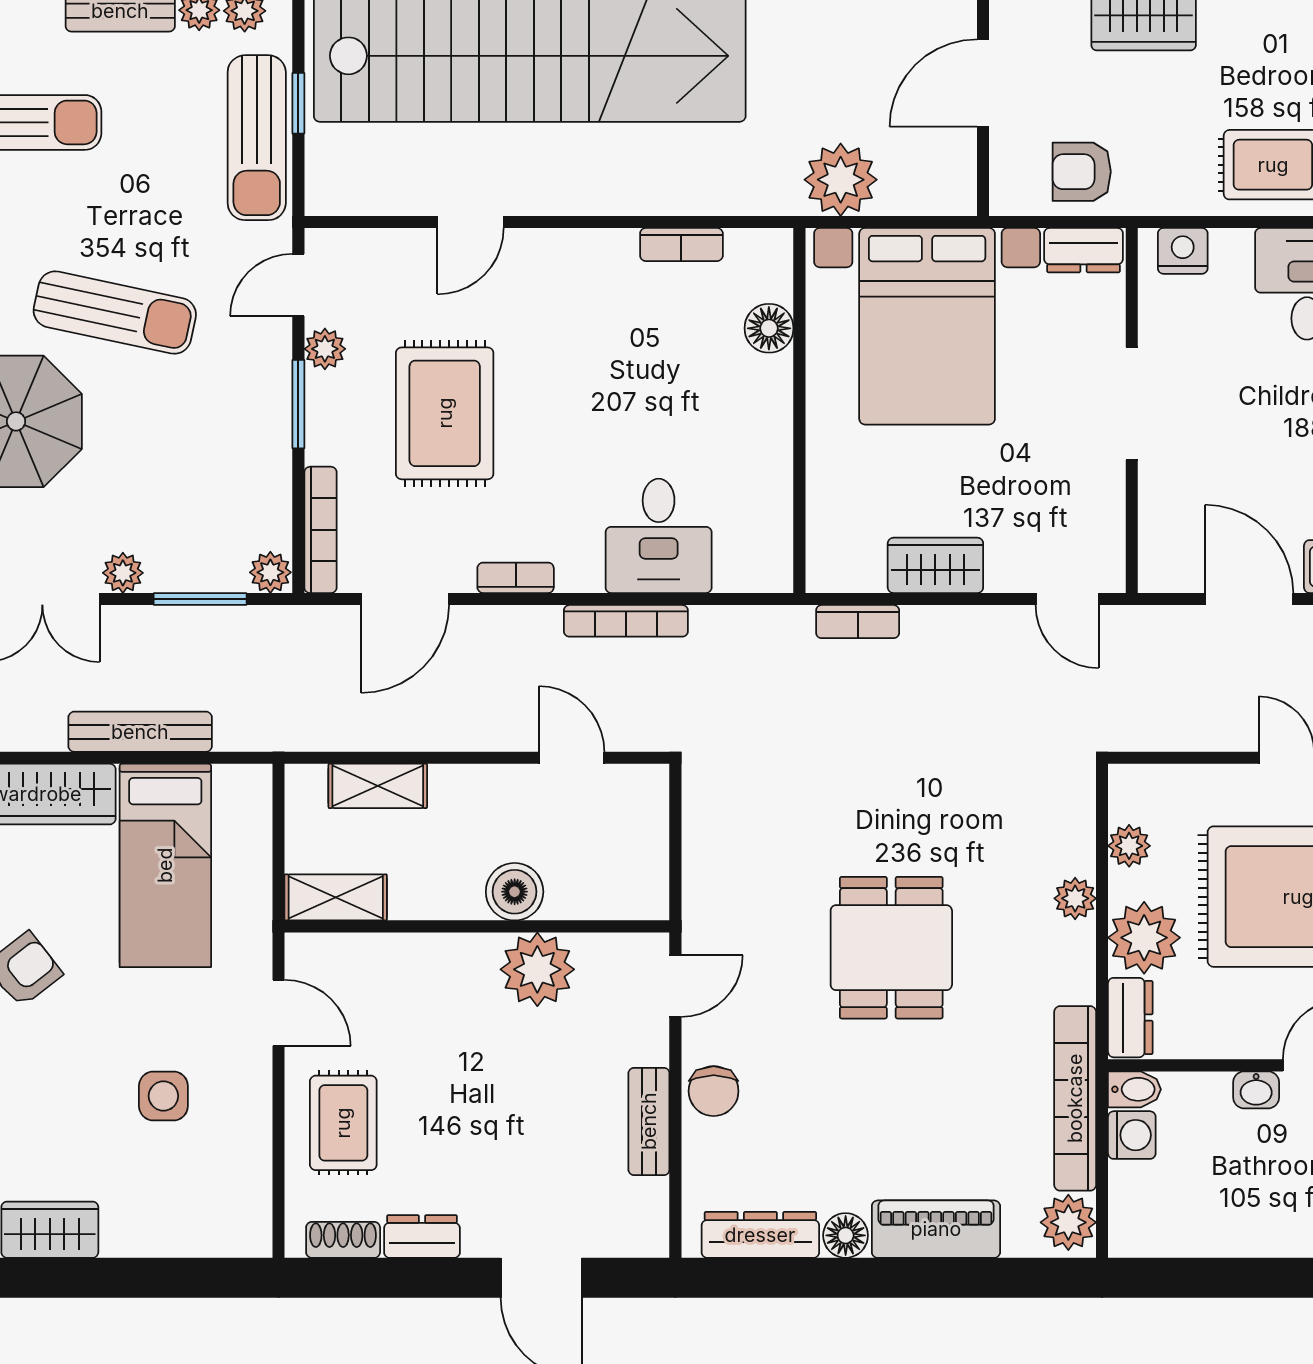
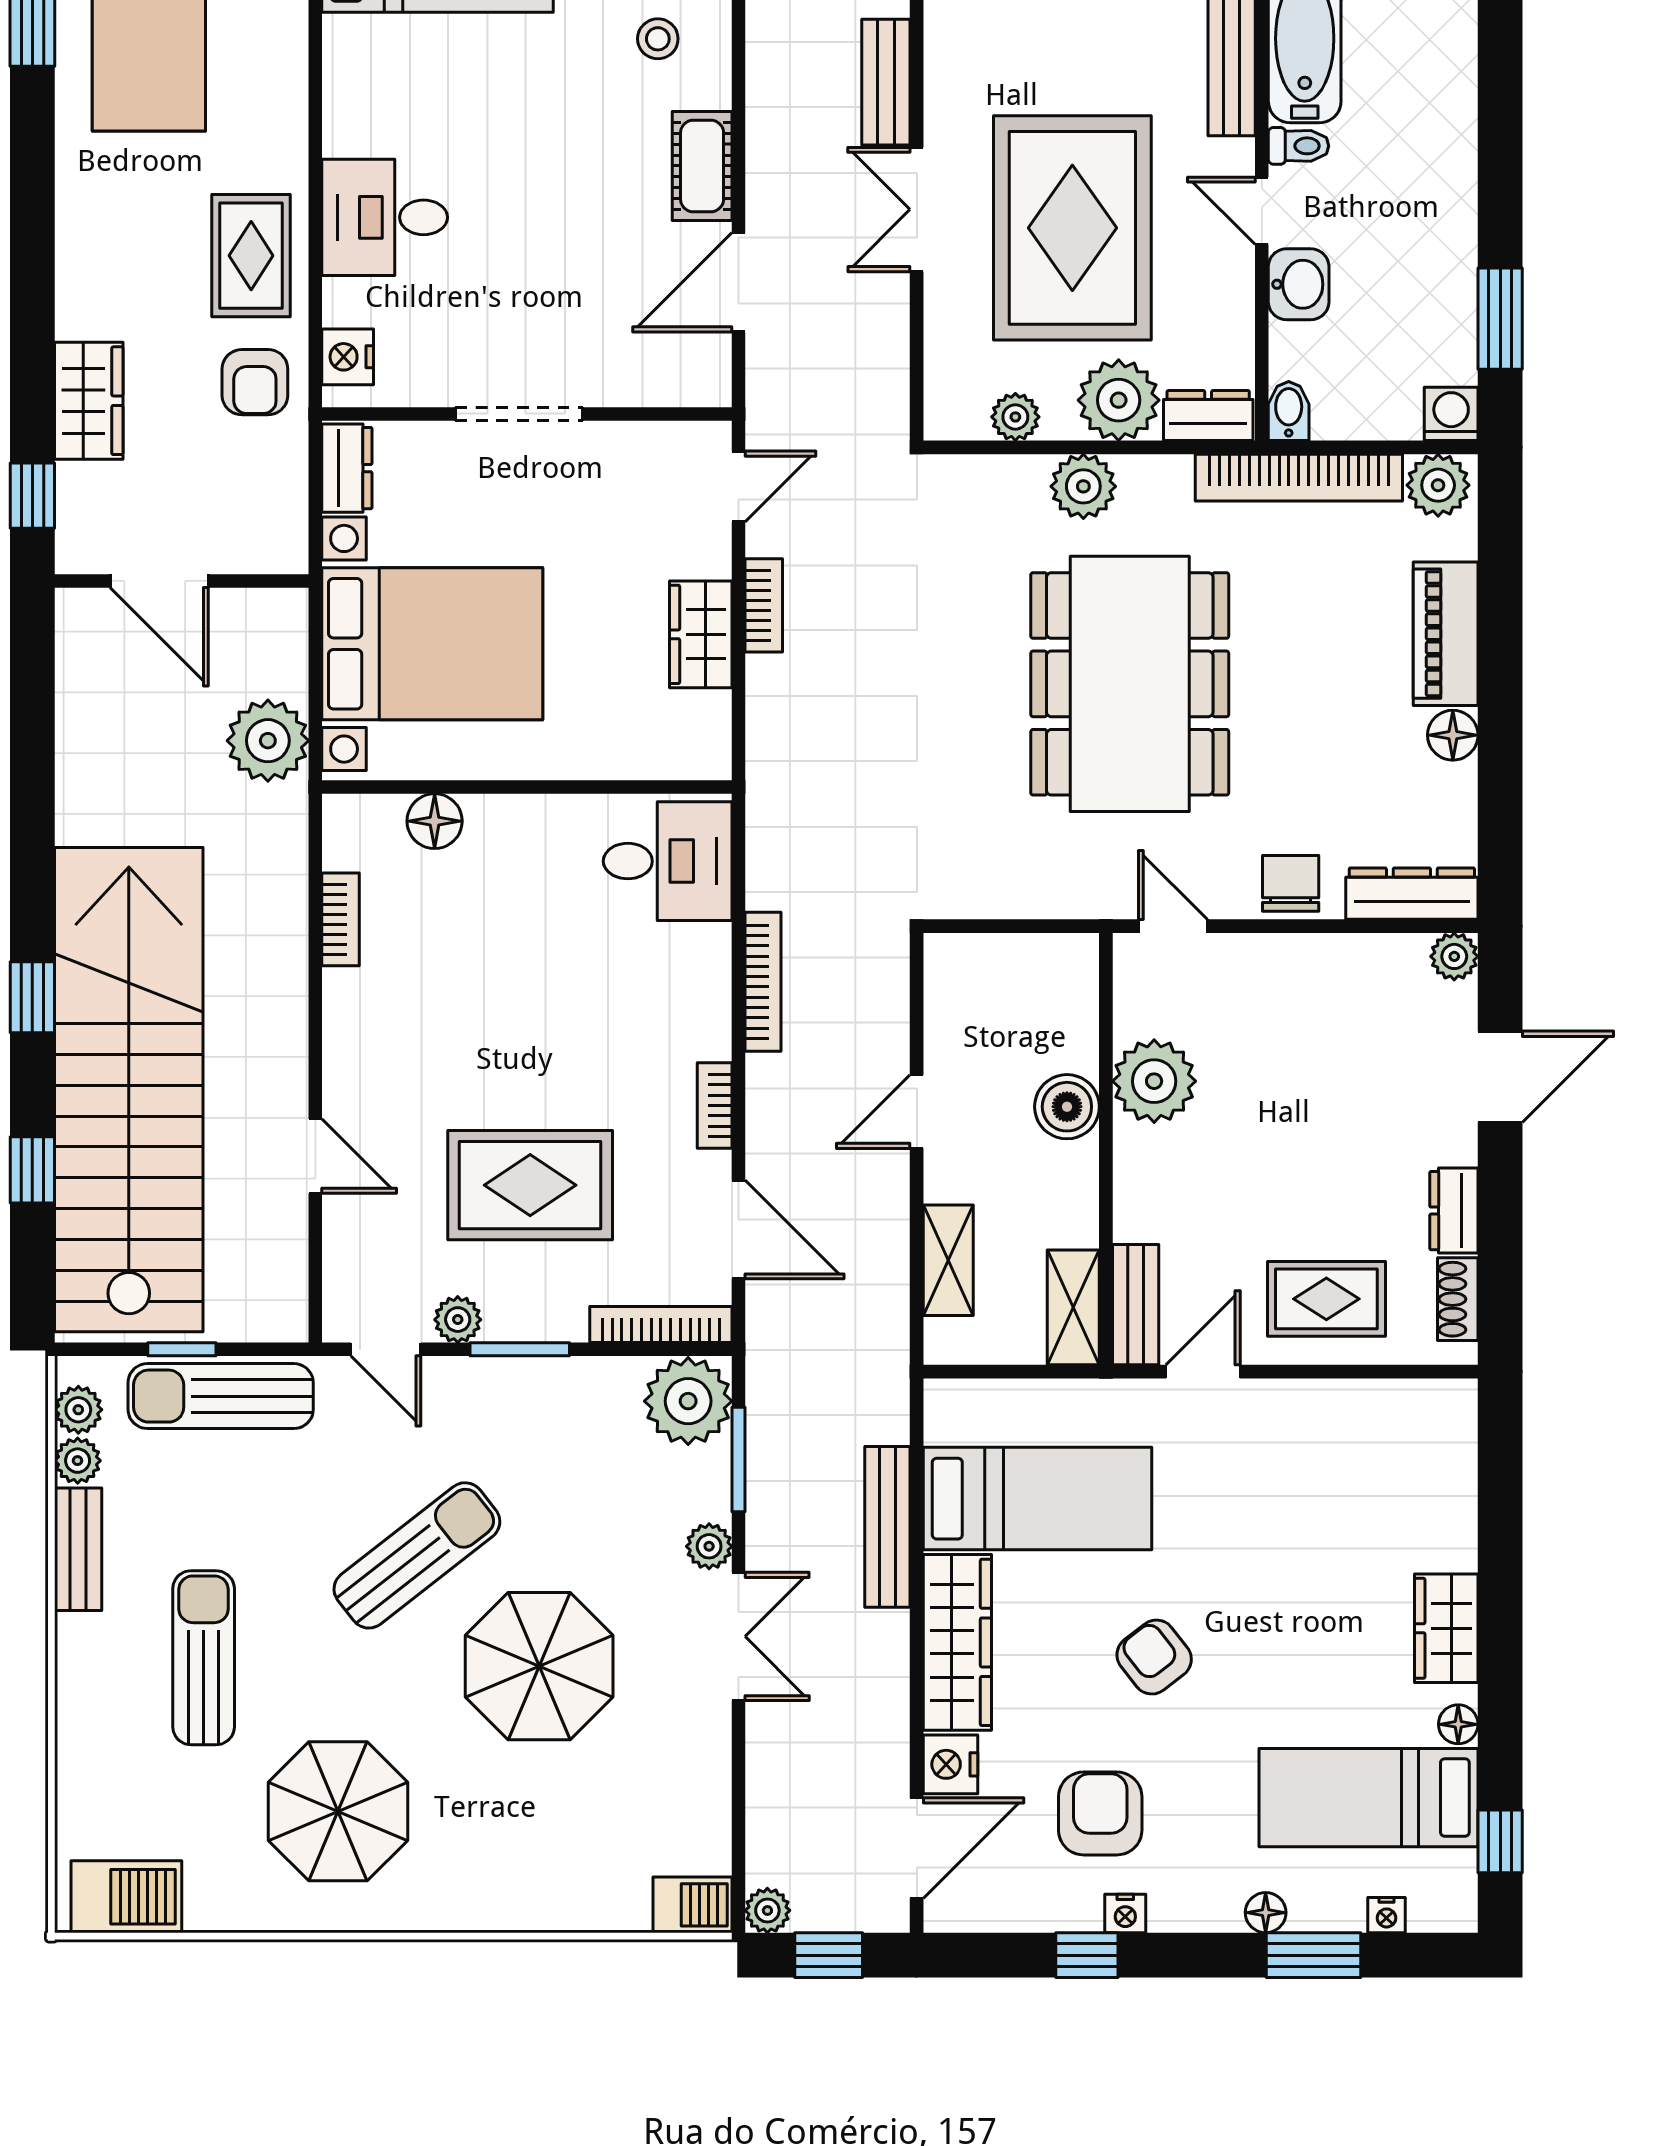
sun lounger: (257, 138) -> (221, 1396), turned 180
armchair: (1082, 172) -> (255, 382), moved
sun lounger: (115, 313) -> (417, 1555), turned 40
desk: (659, 536) -> (668, 861), moved
plant: (270, 572) -> (688, 1401), width x1.88, depth x1.88
bookcase: (858, 622) -> (764, 605), moved
door: (572, 758) -> (917, 1112), moved
plant: (1075, 898) -> (1083, 486), width x1.38, depth x1.38
dining table: (891, 948) -> (1130, 684), width x1.88, depth x1.24
washbasin: (1256, 1090) -> (1299, 284), width x1.38, depth x1.45
chair: (714, 1091) -> (1291, 883), turned -90
side table: (163, 1096) -> (1296, 1501), removed
bench: (649, 1121) -> (1136, 1305), moved, turned 90
washing machine: (1132, 1135) -> (1451, 414), moved
dresser: (760, 1235) -> (1412, 894), moved, turned 90
plant: (648, 1237) -> (1454, 956), added
window: (1217, 1278) -> (1500, 319), added

